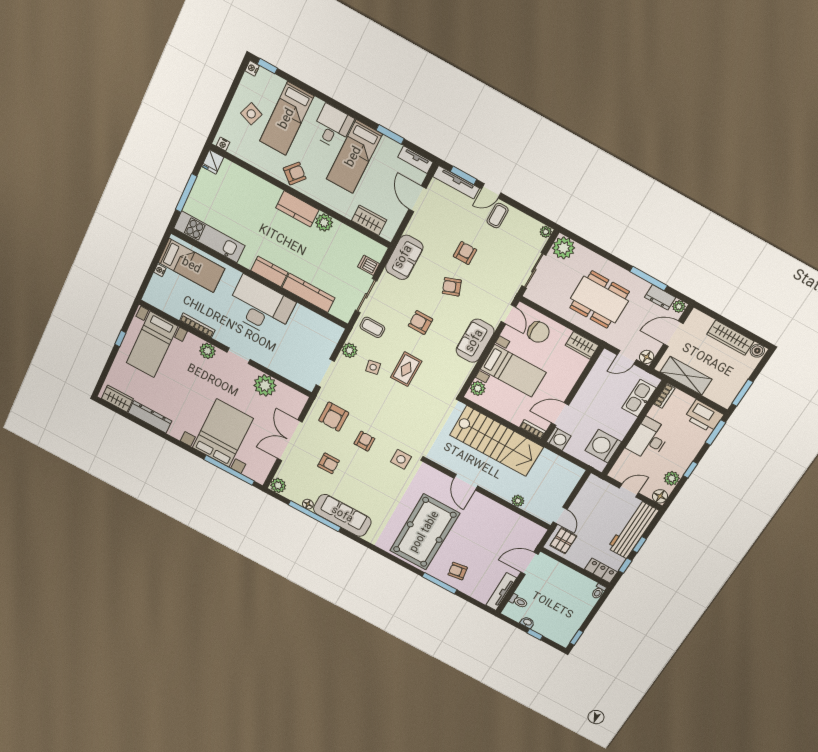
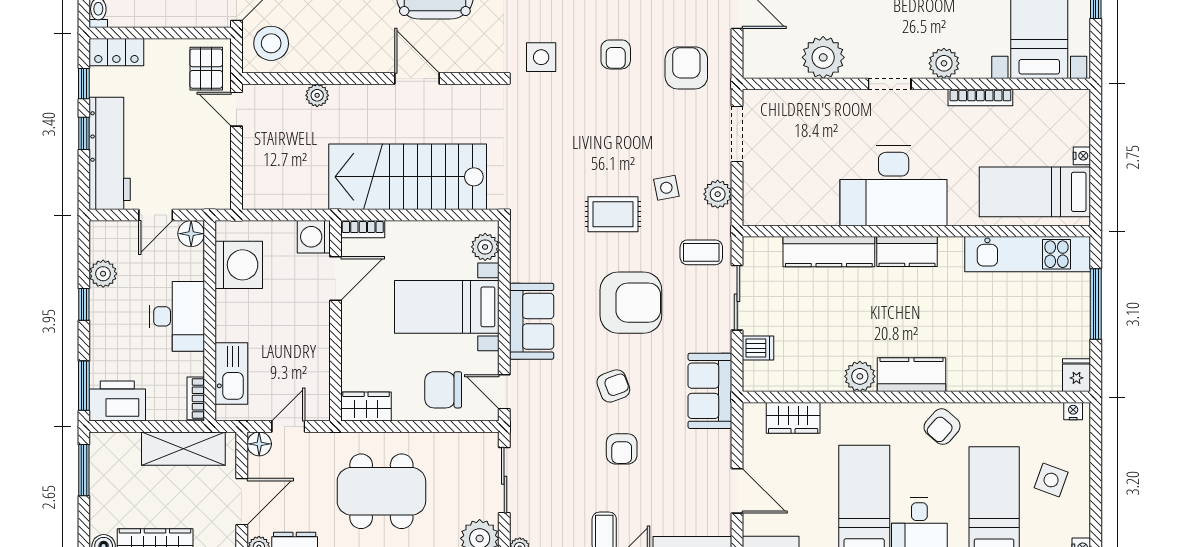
armchair: (420, 323) -> (631, 303), width x1.88, depth x1.88
rug: (406, 369) -> (613, 214), turned 90
floor lamp: (660, 496) -> (191, 234), moved
stool: (526, 535) -> (271, 43), added

